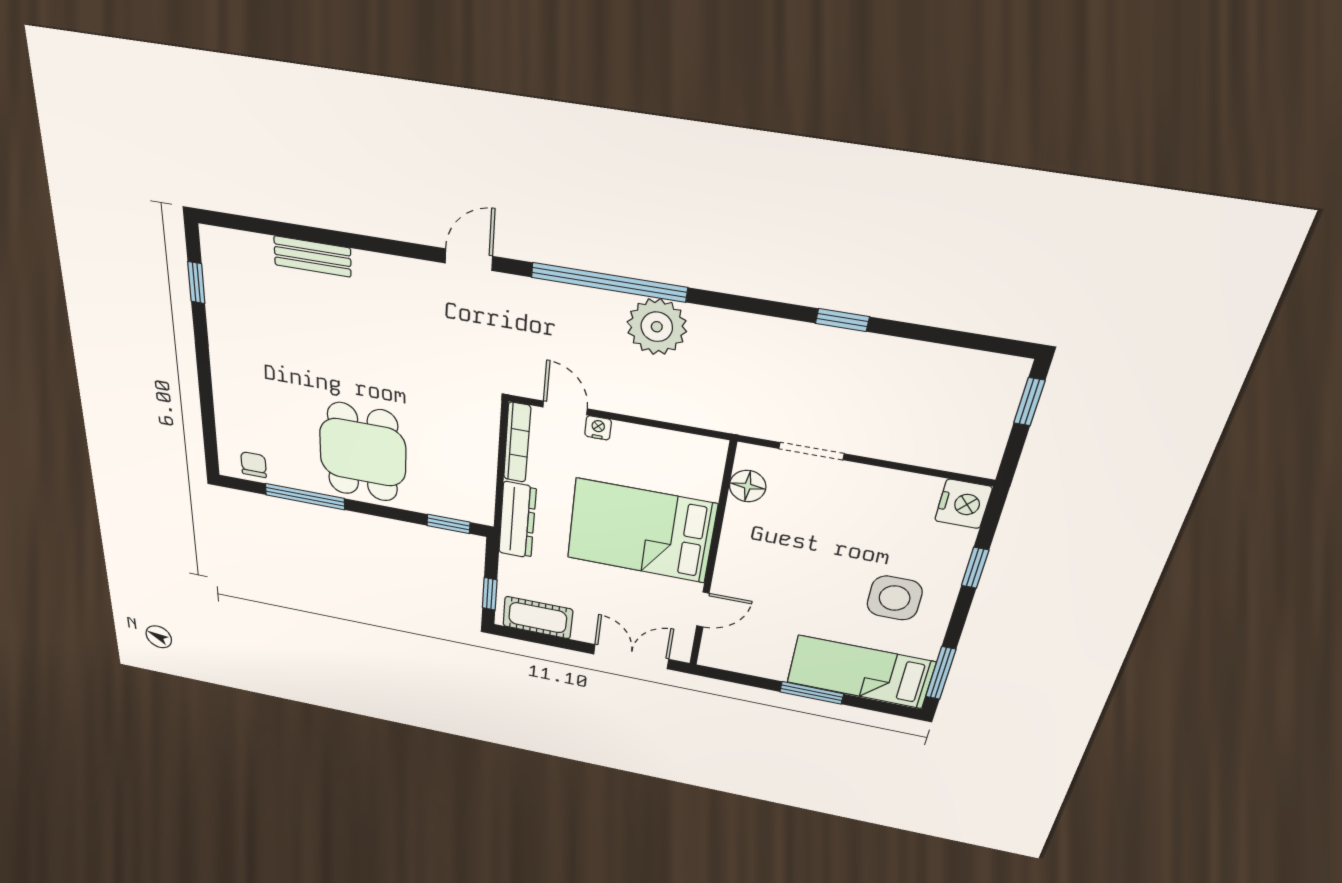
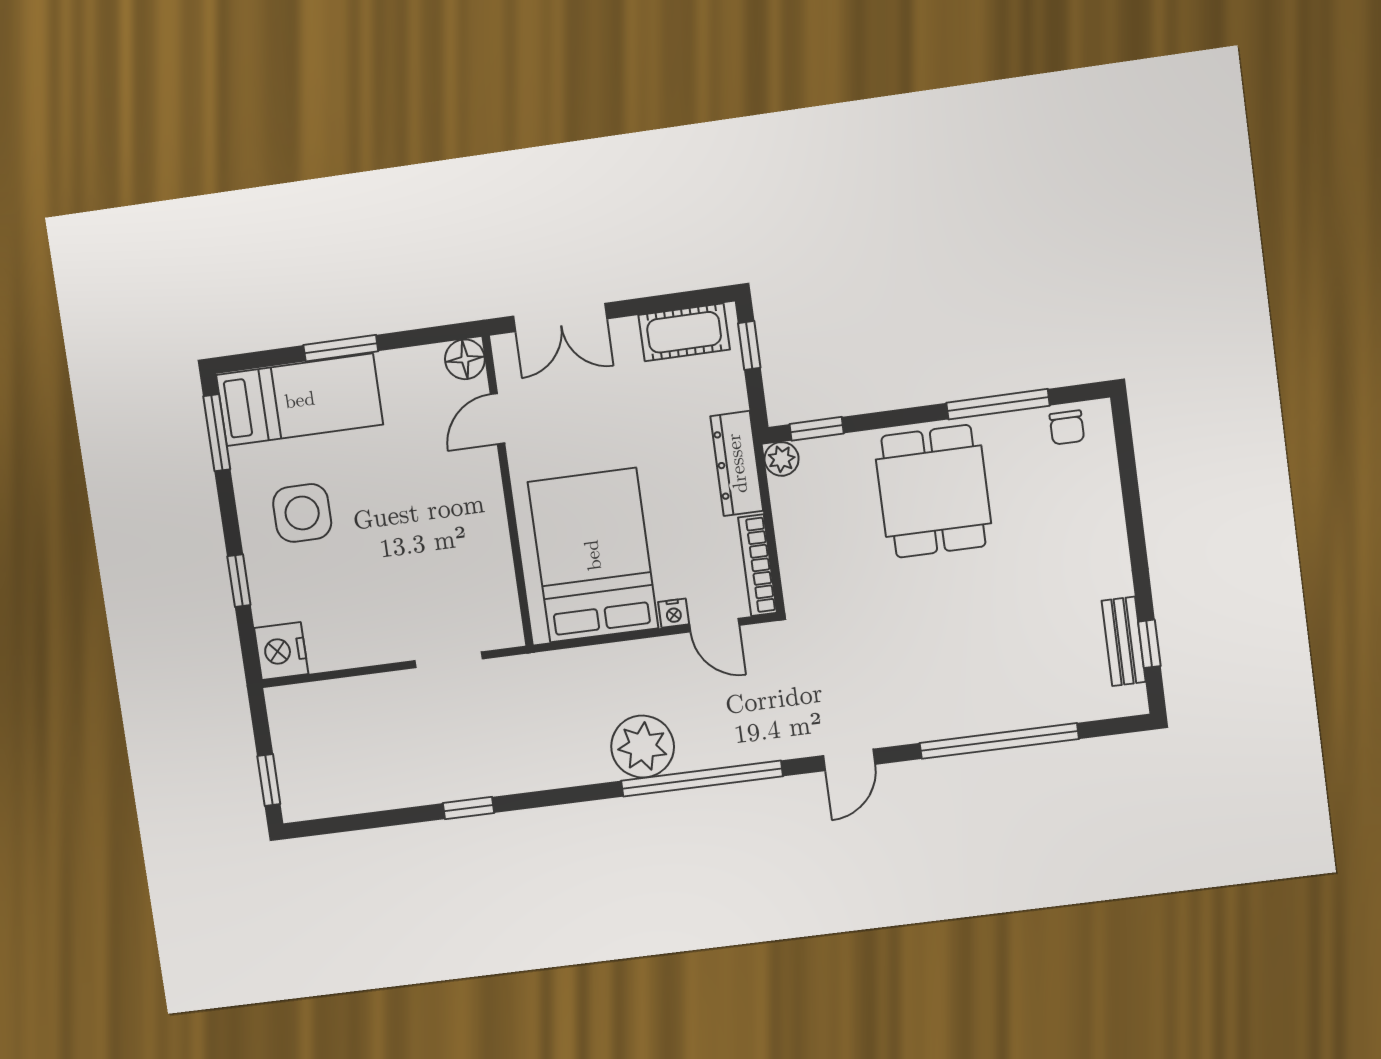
window: (331, 237) -> (999, 741), added
bench: (312, 256) -> (1124, 641), moved, turned 90
floor lamp: (748, 486) -> (465, 359), moved
plant: (481, 512) -> (782, 459), added
bed: (641, 531) -> (593, 555), moved, turned -90

